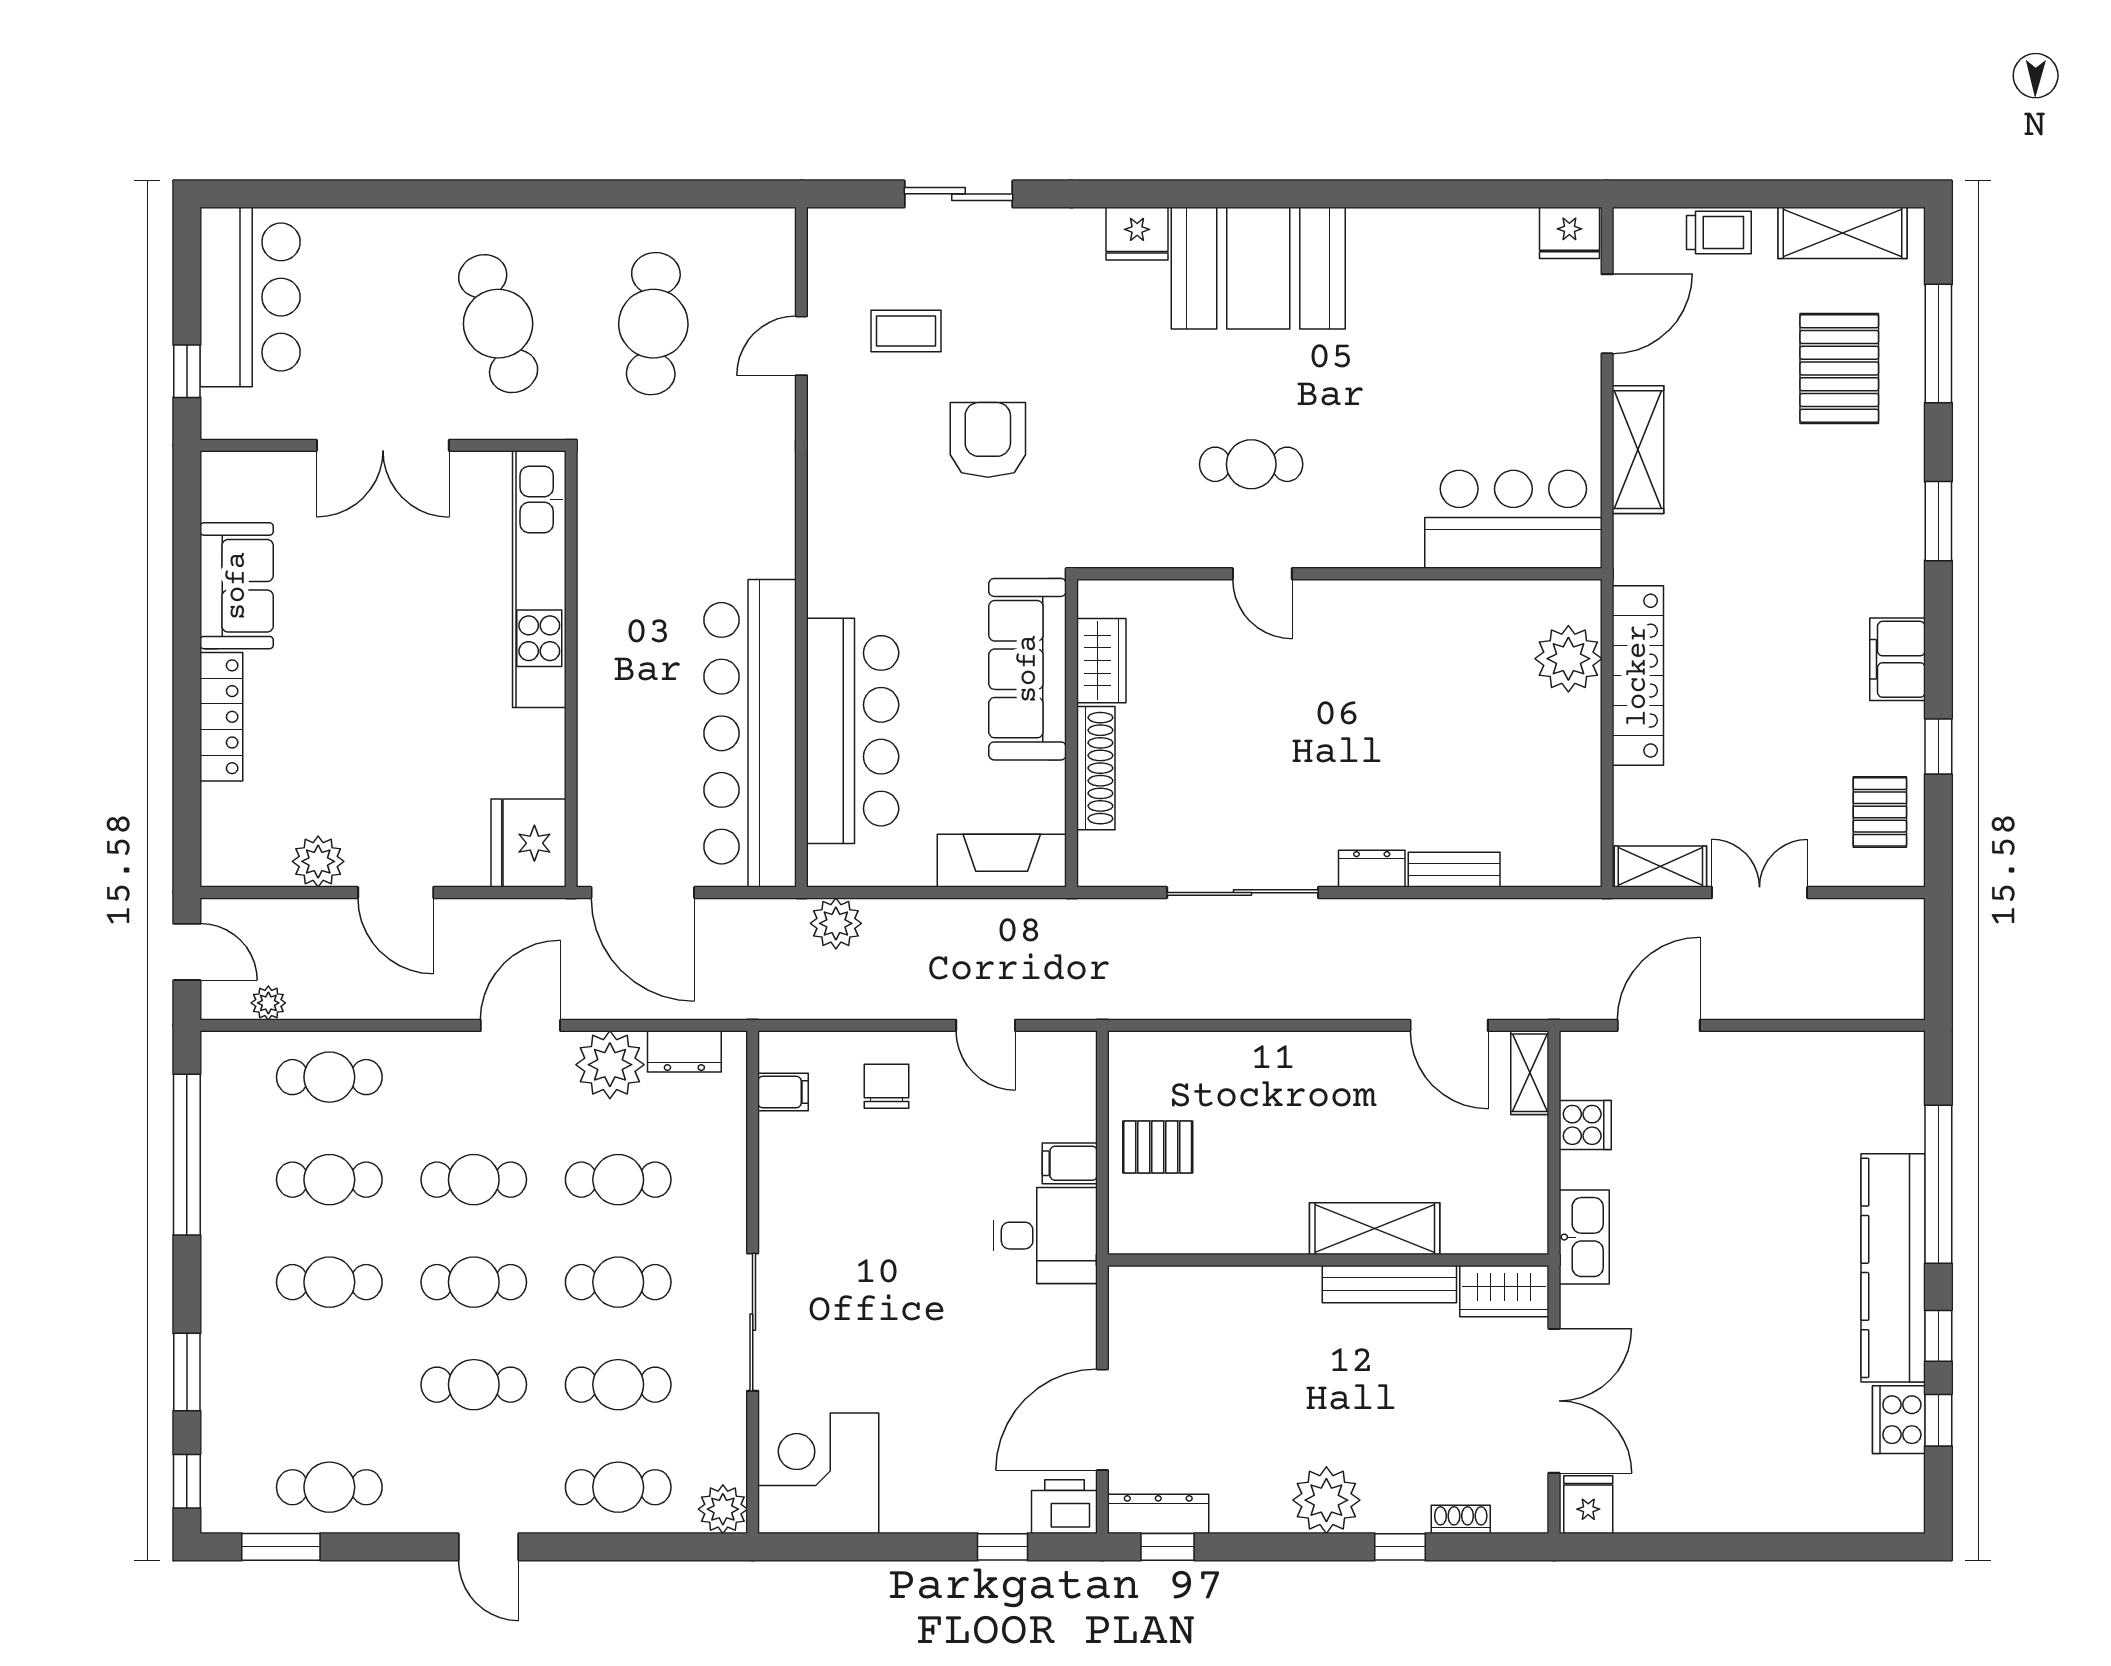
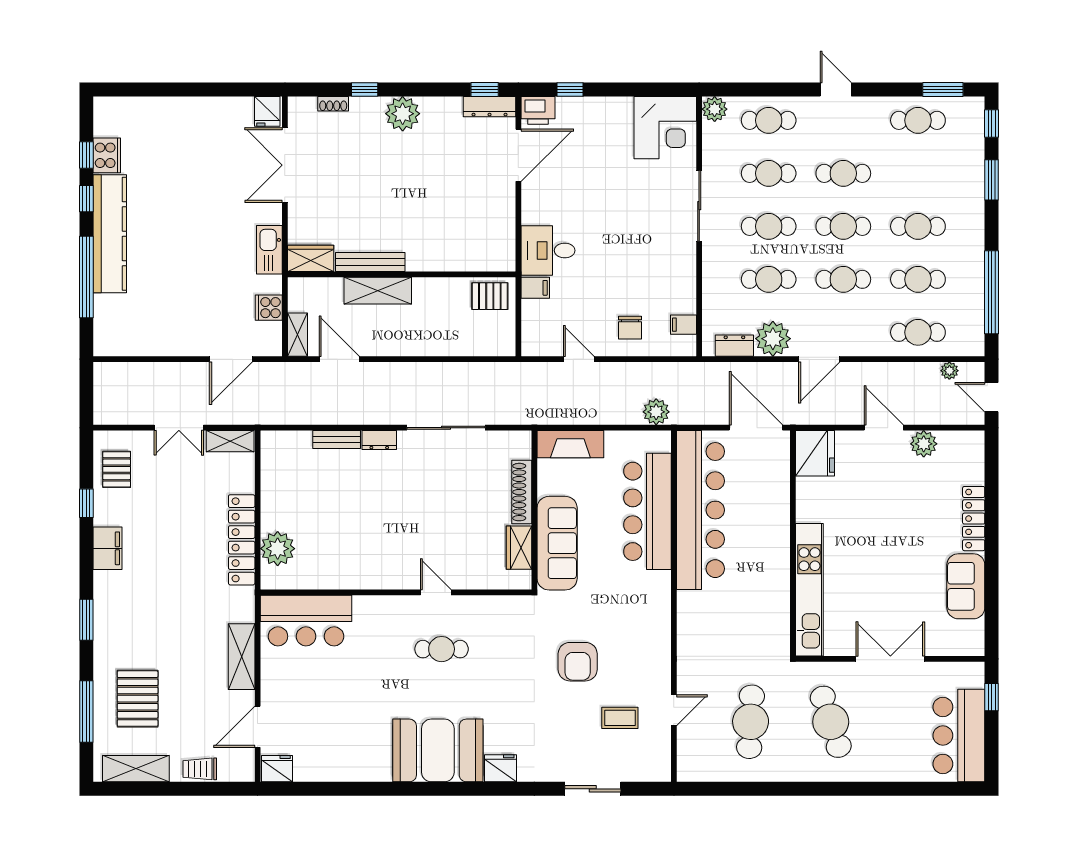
shelving: (1375, 1229) -> (378, 291), moved
wall: (1328, 1260) -> (402, 274), moved
bench: (1389, 1284) -> (370, 262), moved
wardrobe: (1504, 1291) -> (311, 258), moved

